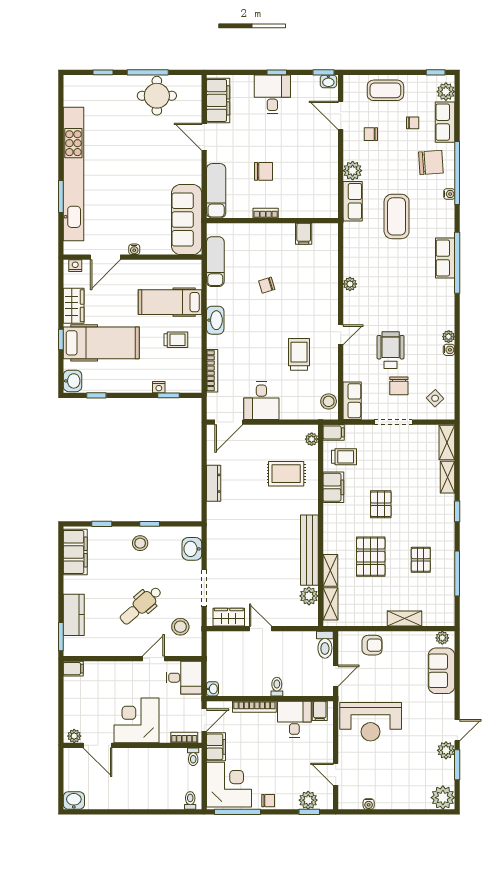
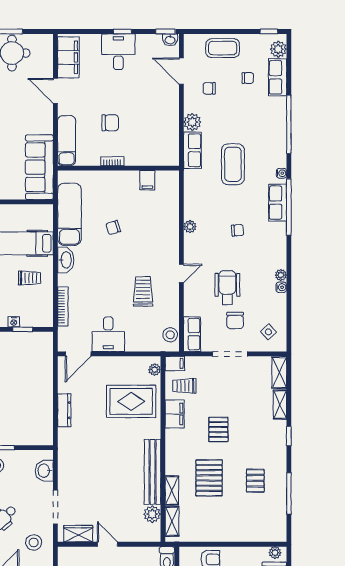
chair: (431, 163) -> (238, 230), moved, width x0.54, depth x0.54
water cooler: (449, 194) -> (281, 173), moved
exam couch: (215, 262) -> (69, 214), width x1.36, depth x1.45
trolley: (344, 457) -> (184, 386), turned 180
rug: (286, 474) -> (131, 401), width x1.36, depth x1.43
shelving: (404, 618) -> (240, 535), removed

